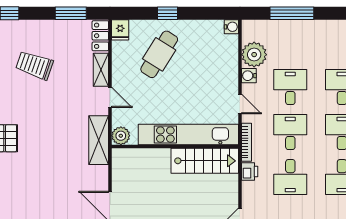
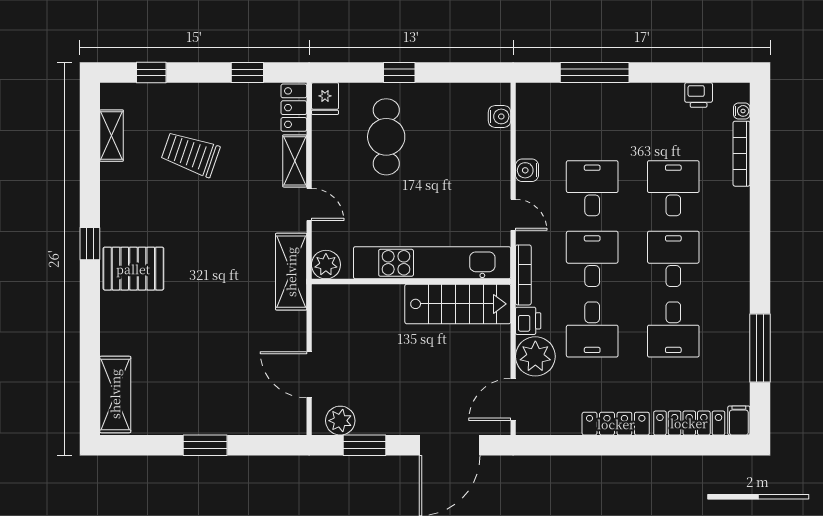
window: (71, 13) -> (247, 72), width x0.67
water cooler: (231, 27) -> (500, 116), moved
cafe table: (159, 54) -> (386, 137), turned -32
plant: (254, 55) -> (535, 356), moved

